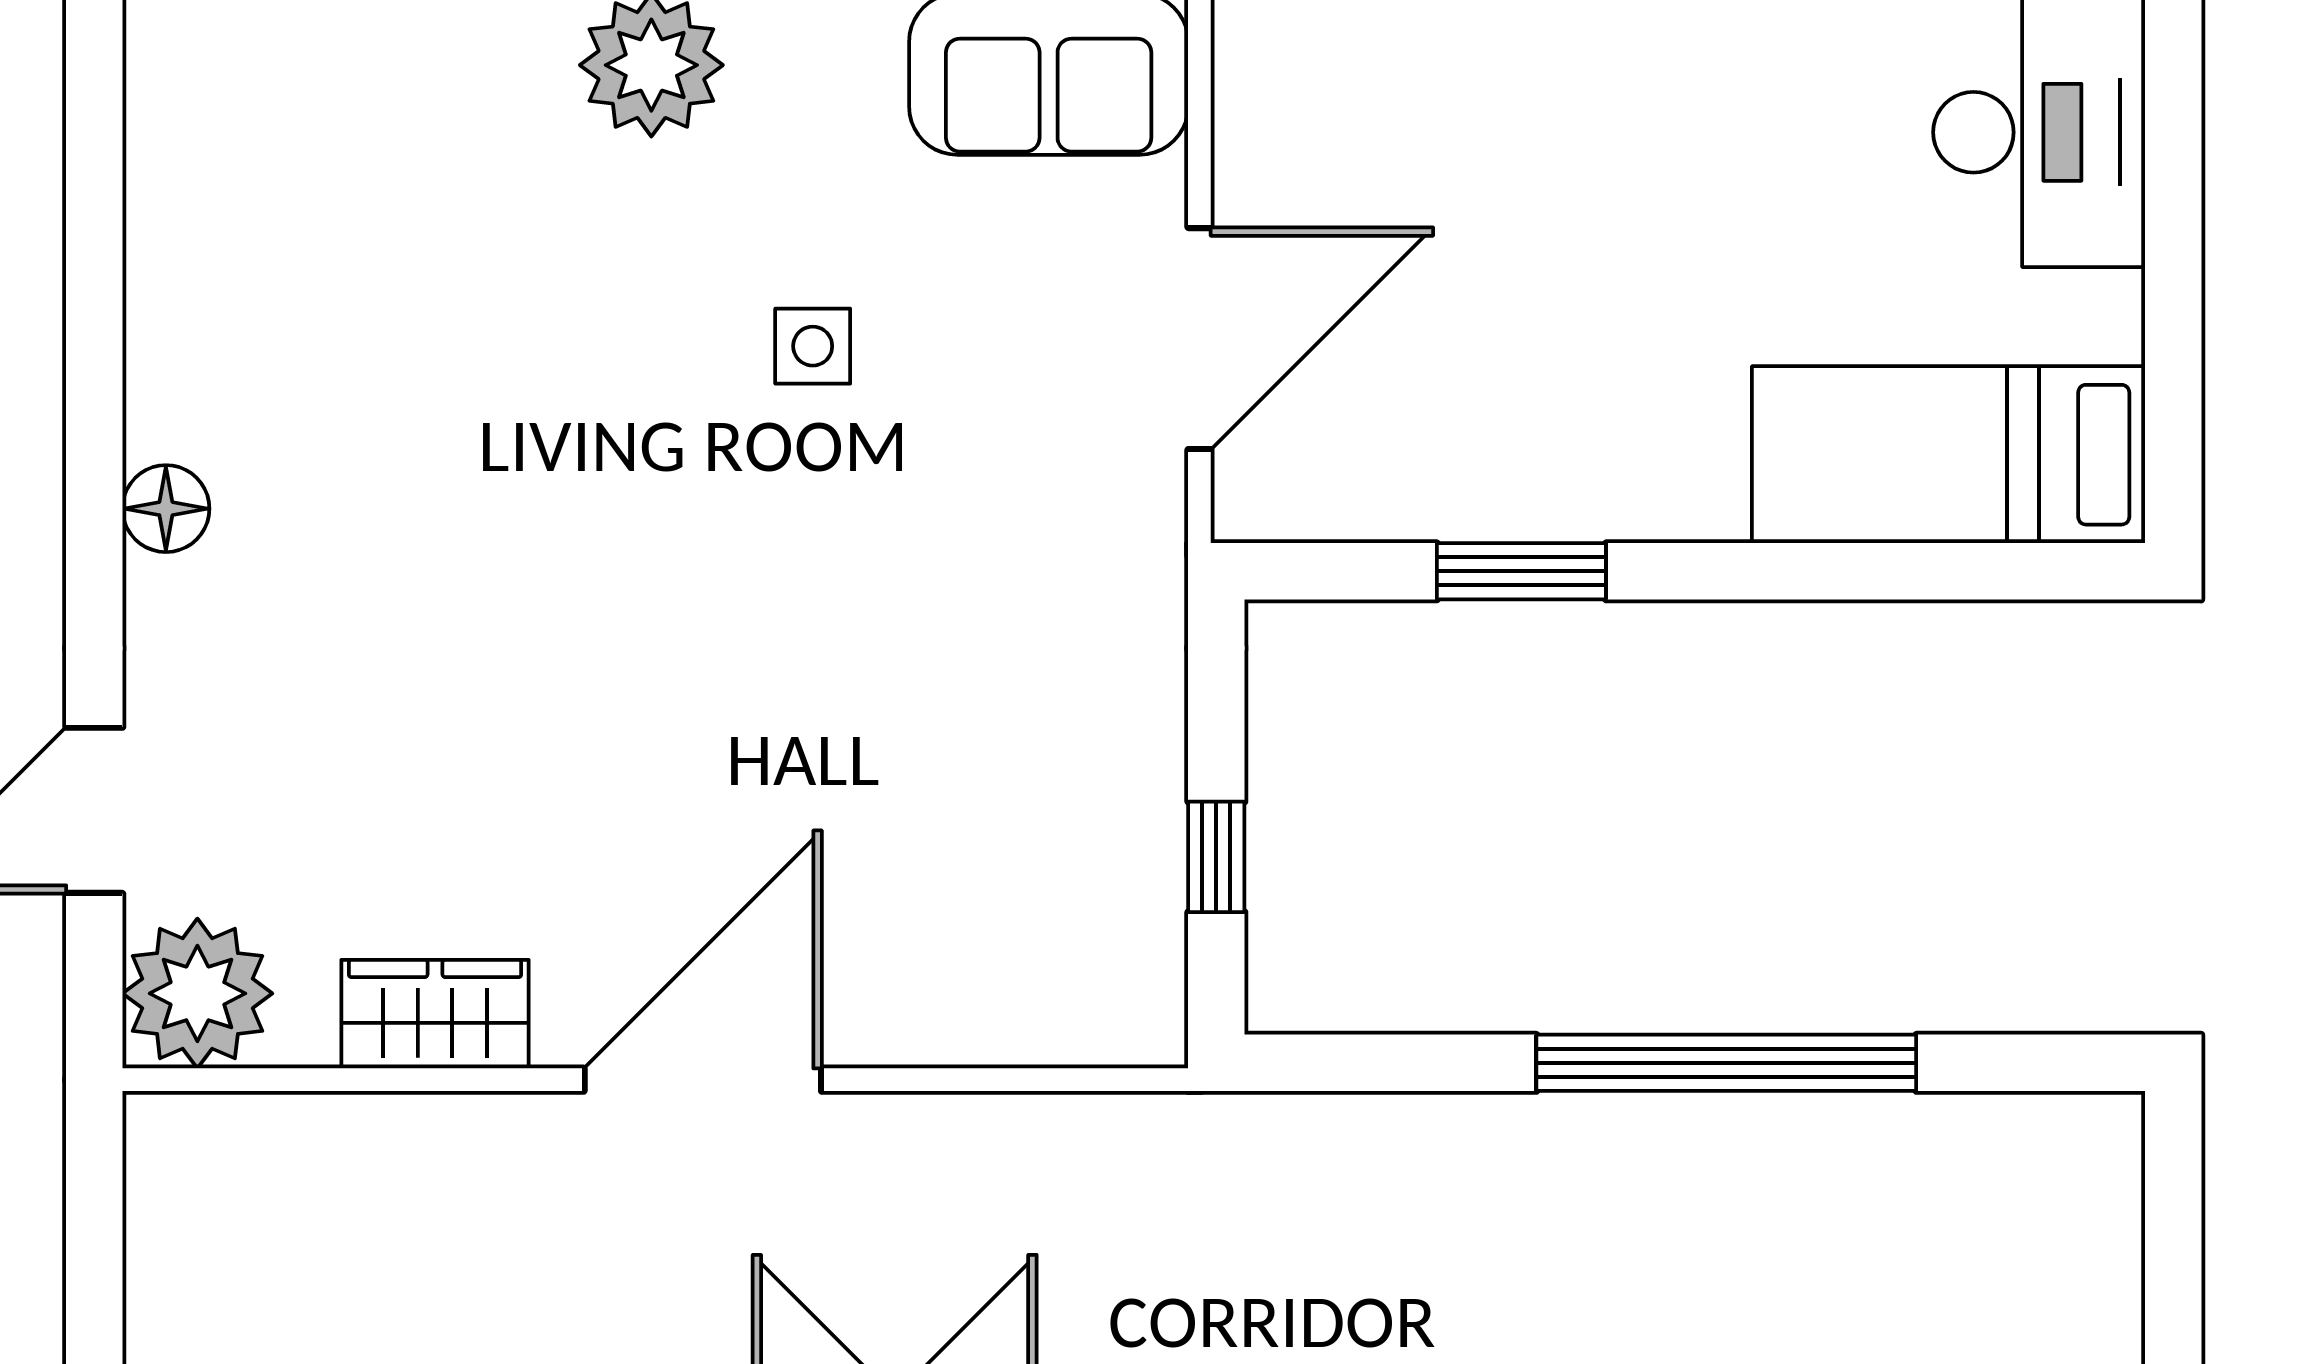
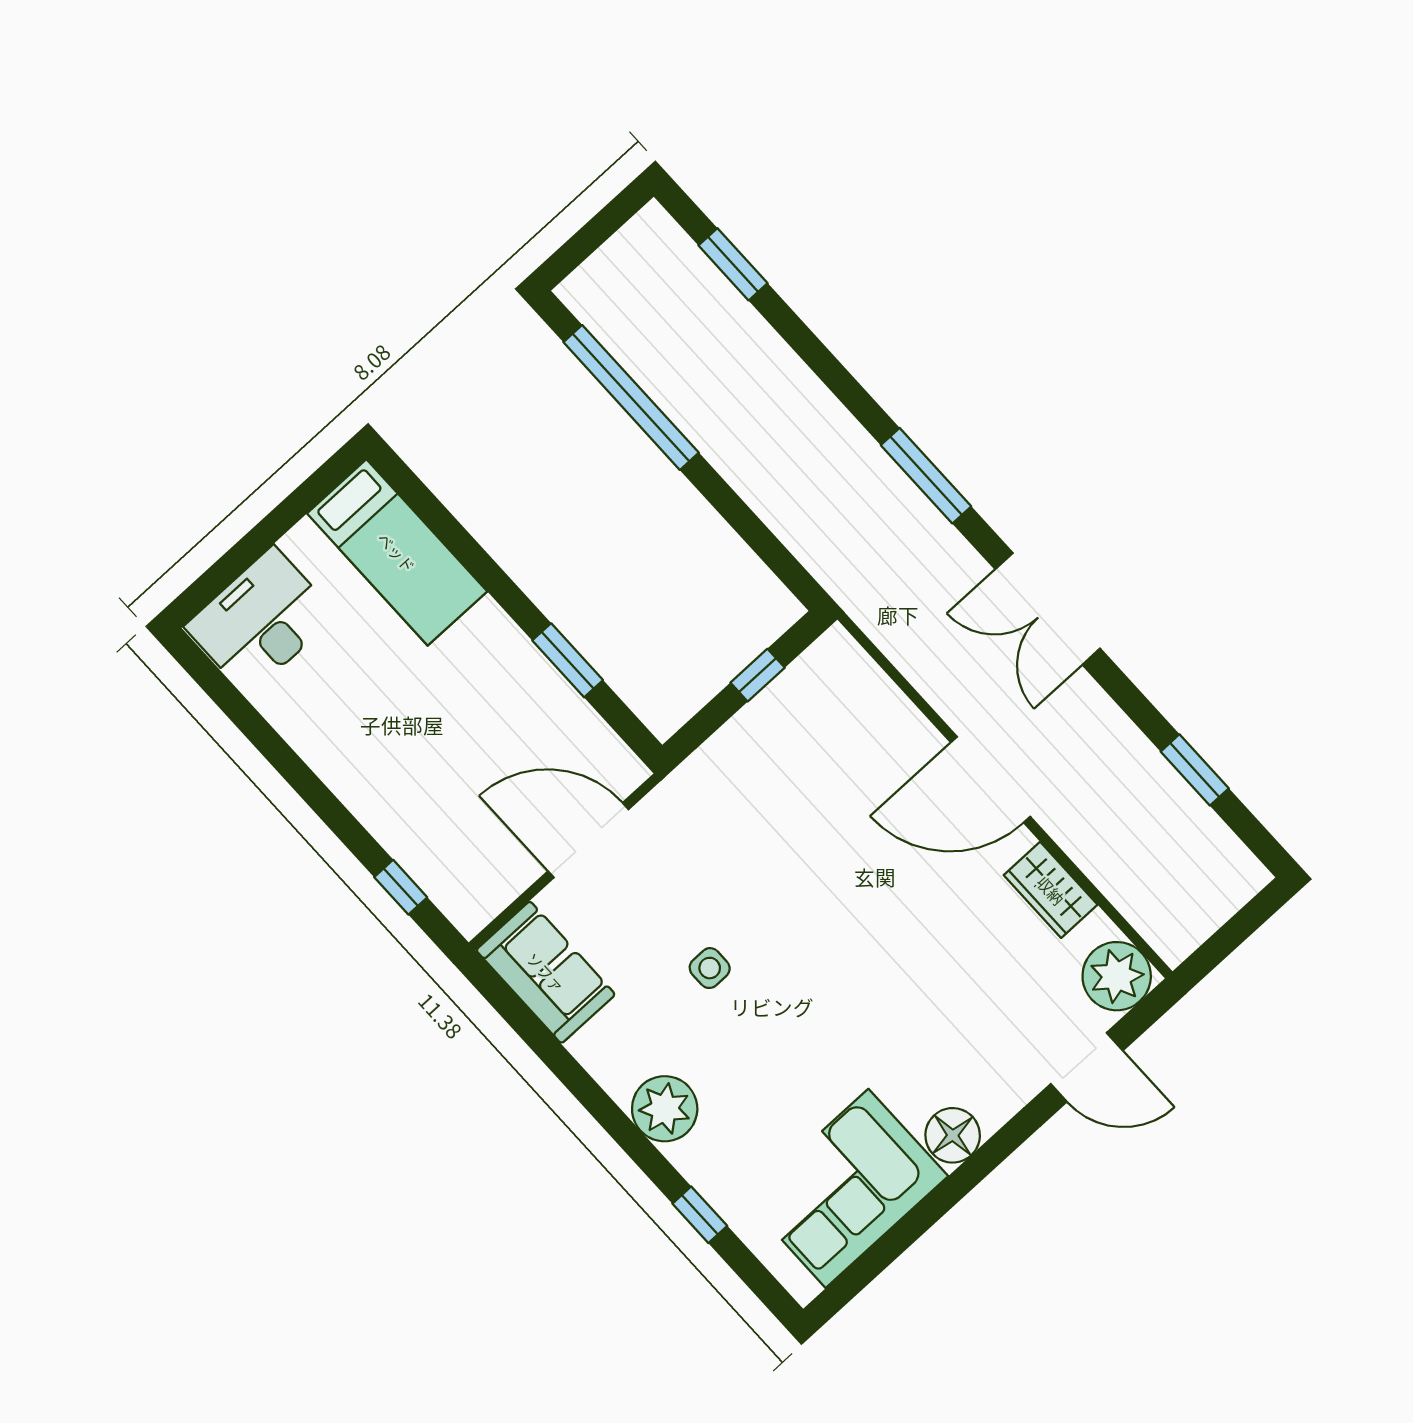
corner sofa: (252, 243) -> (847, 1188), added
floor lamp: (166, 509) -> (953, 1135), width x1.38, depth x1.38
window: (1726, 1063) -> (631, 397), moved

